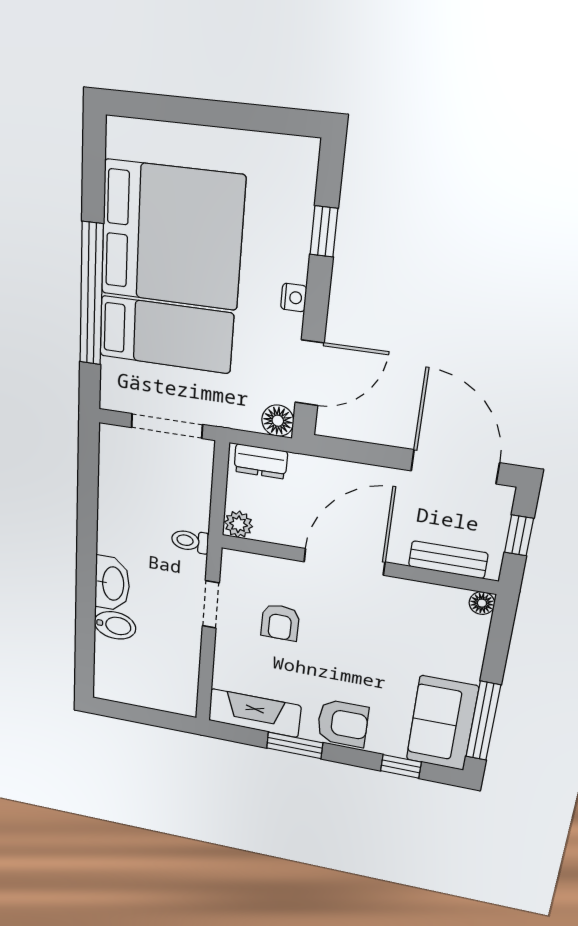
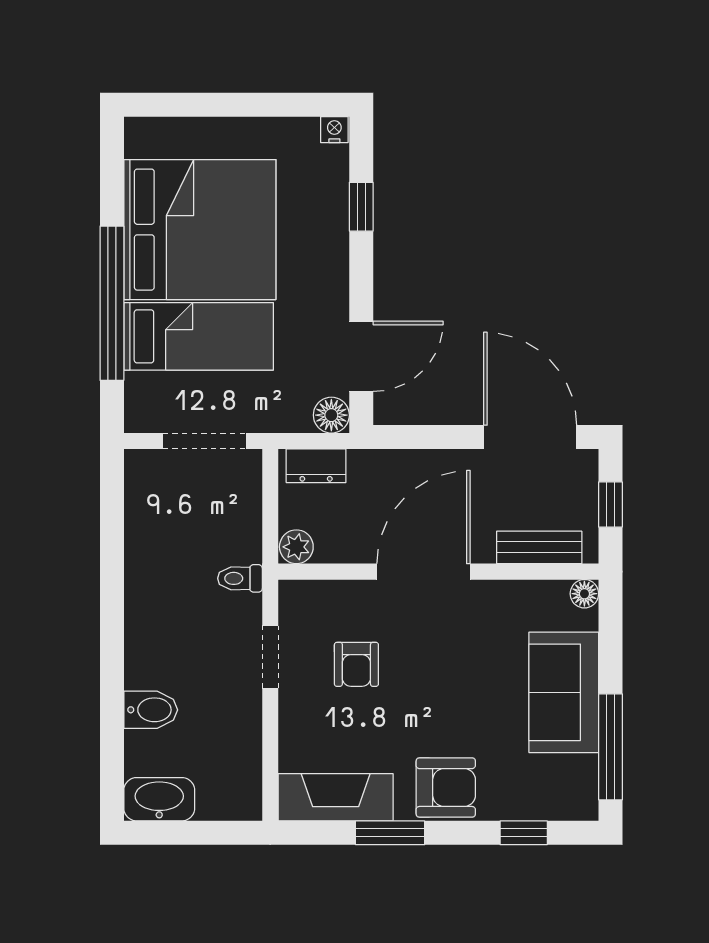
nightstand: (294, 298) -> (334, 130), moved, turned -90
washbasin: (112, 583) -> (159, 799), moved, turned -90
sofa: (442, 723) -> (564, 692), moved

